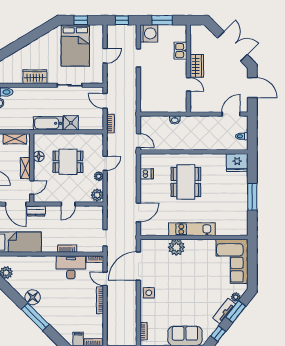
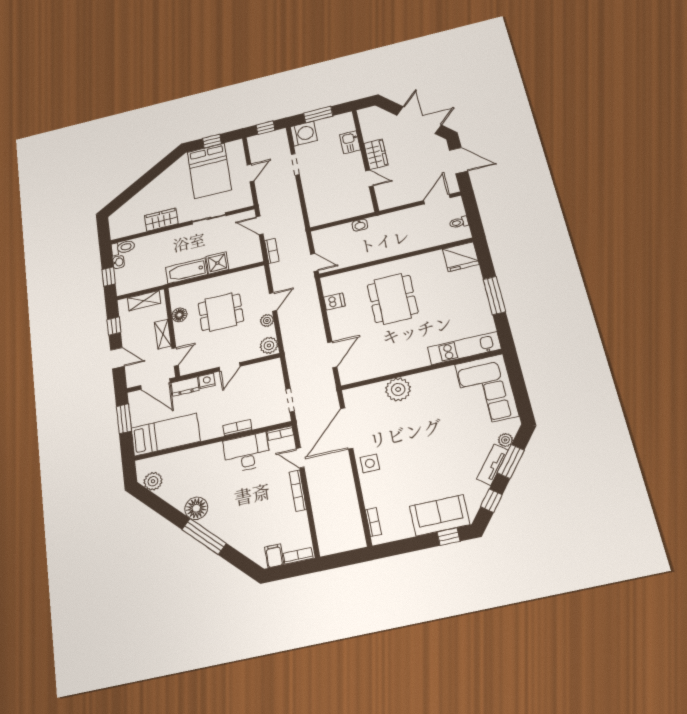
nightstand: (51, 211) -> (207, 381), added
kitchen unit: (192, 229) -> (464, 348), moved

